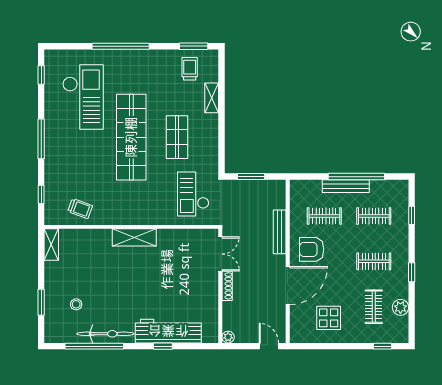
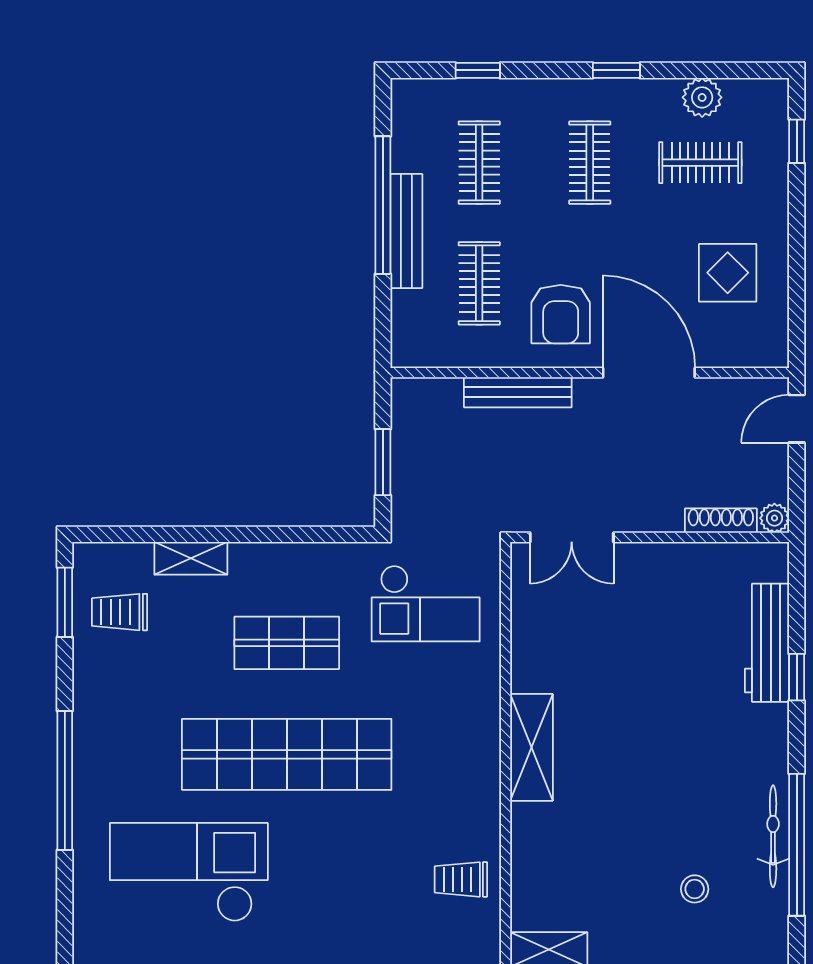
trolley: (80, 209) -> (461, 879), turned -110
double door: (220, 254) -> (572, 537), swing flipped
shoe rack: (227, 286) -> (721, 521), moved
workbench: (168, 331) -> (767, 643), width x0.73, depth x0.76
bicycle: (105, 334) -> (773, 836), width x0.73, depth x0.71

